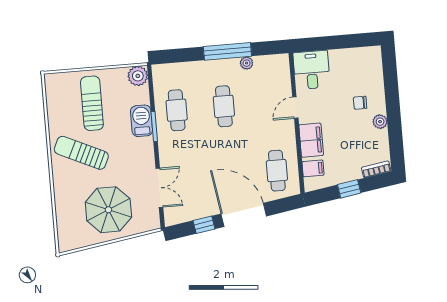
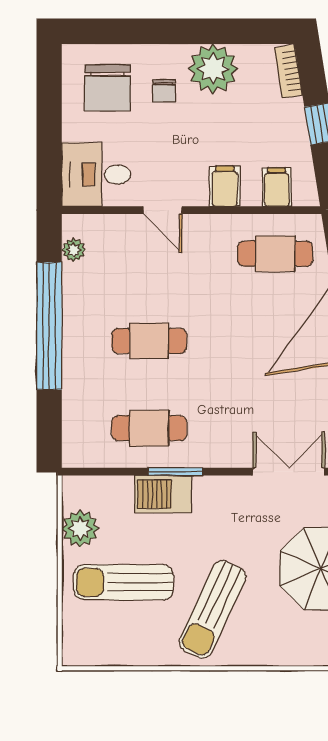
window: (227, 51) -> (49, 326), width x1.46
plant: (247, 63) -> (74, 250), moved
chair: (359, 72) -> (108, 88), added
plant: (138, 76) -> (80, 529), moved
plant: (380, 122) -> (213, 69), width x1.87, depth x1.87
filing cabinet: (311, 140) -> (225, 186), width x0.50

